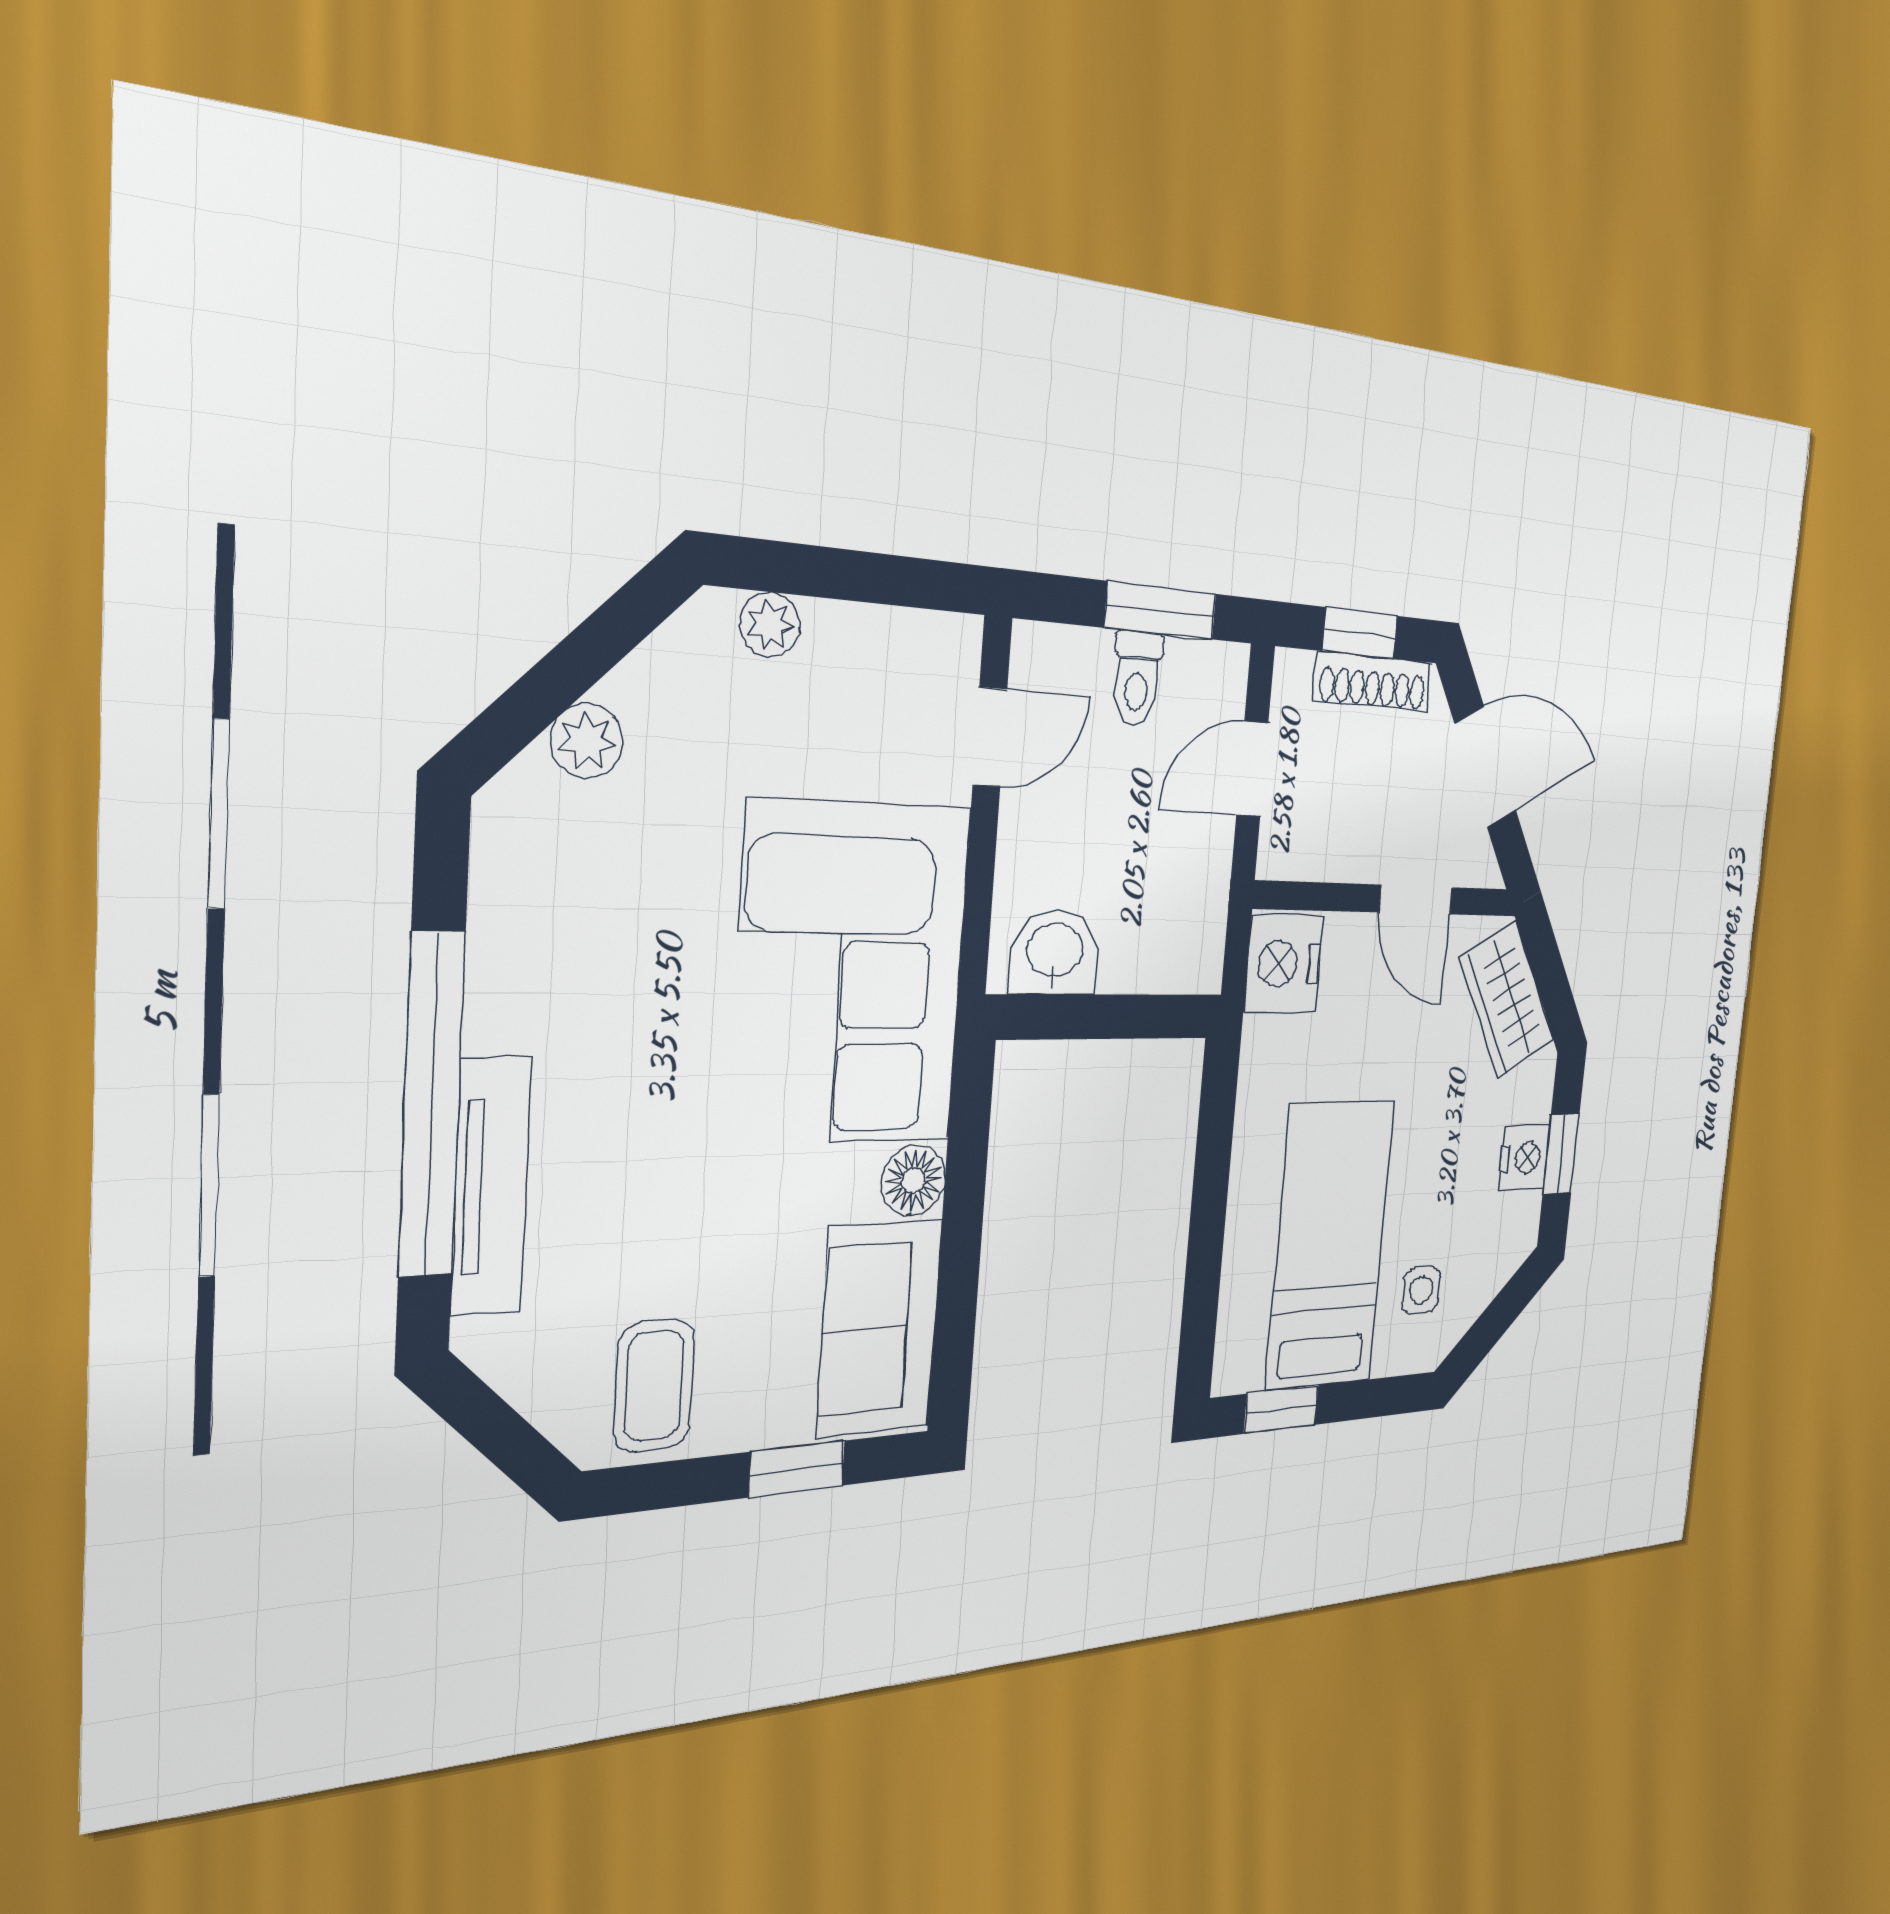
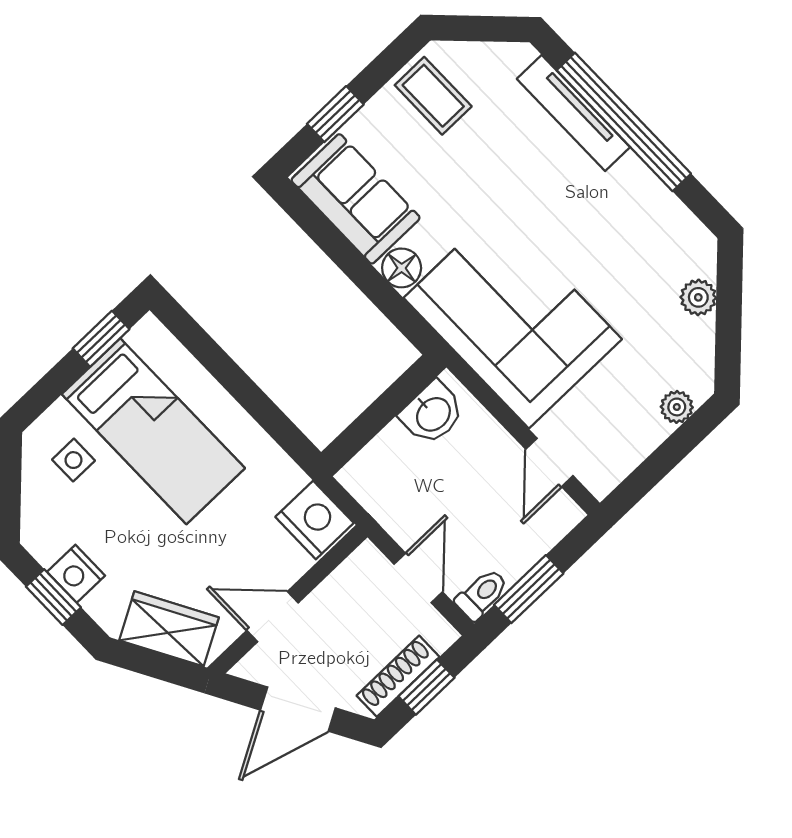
toilet: (1137, 679) -> (482, 594), moved, turned 90

